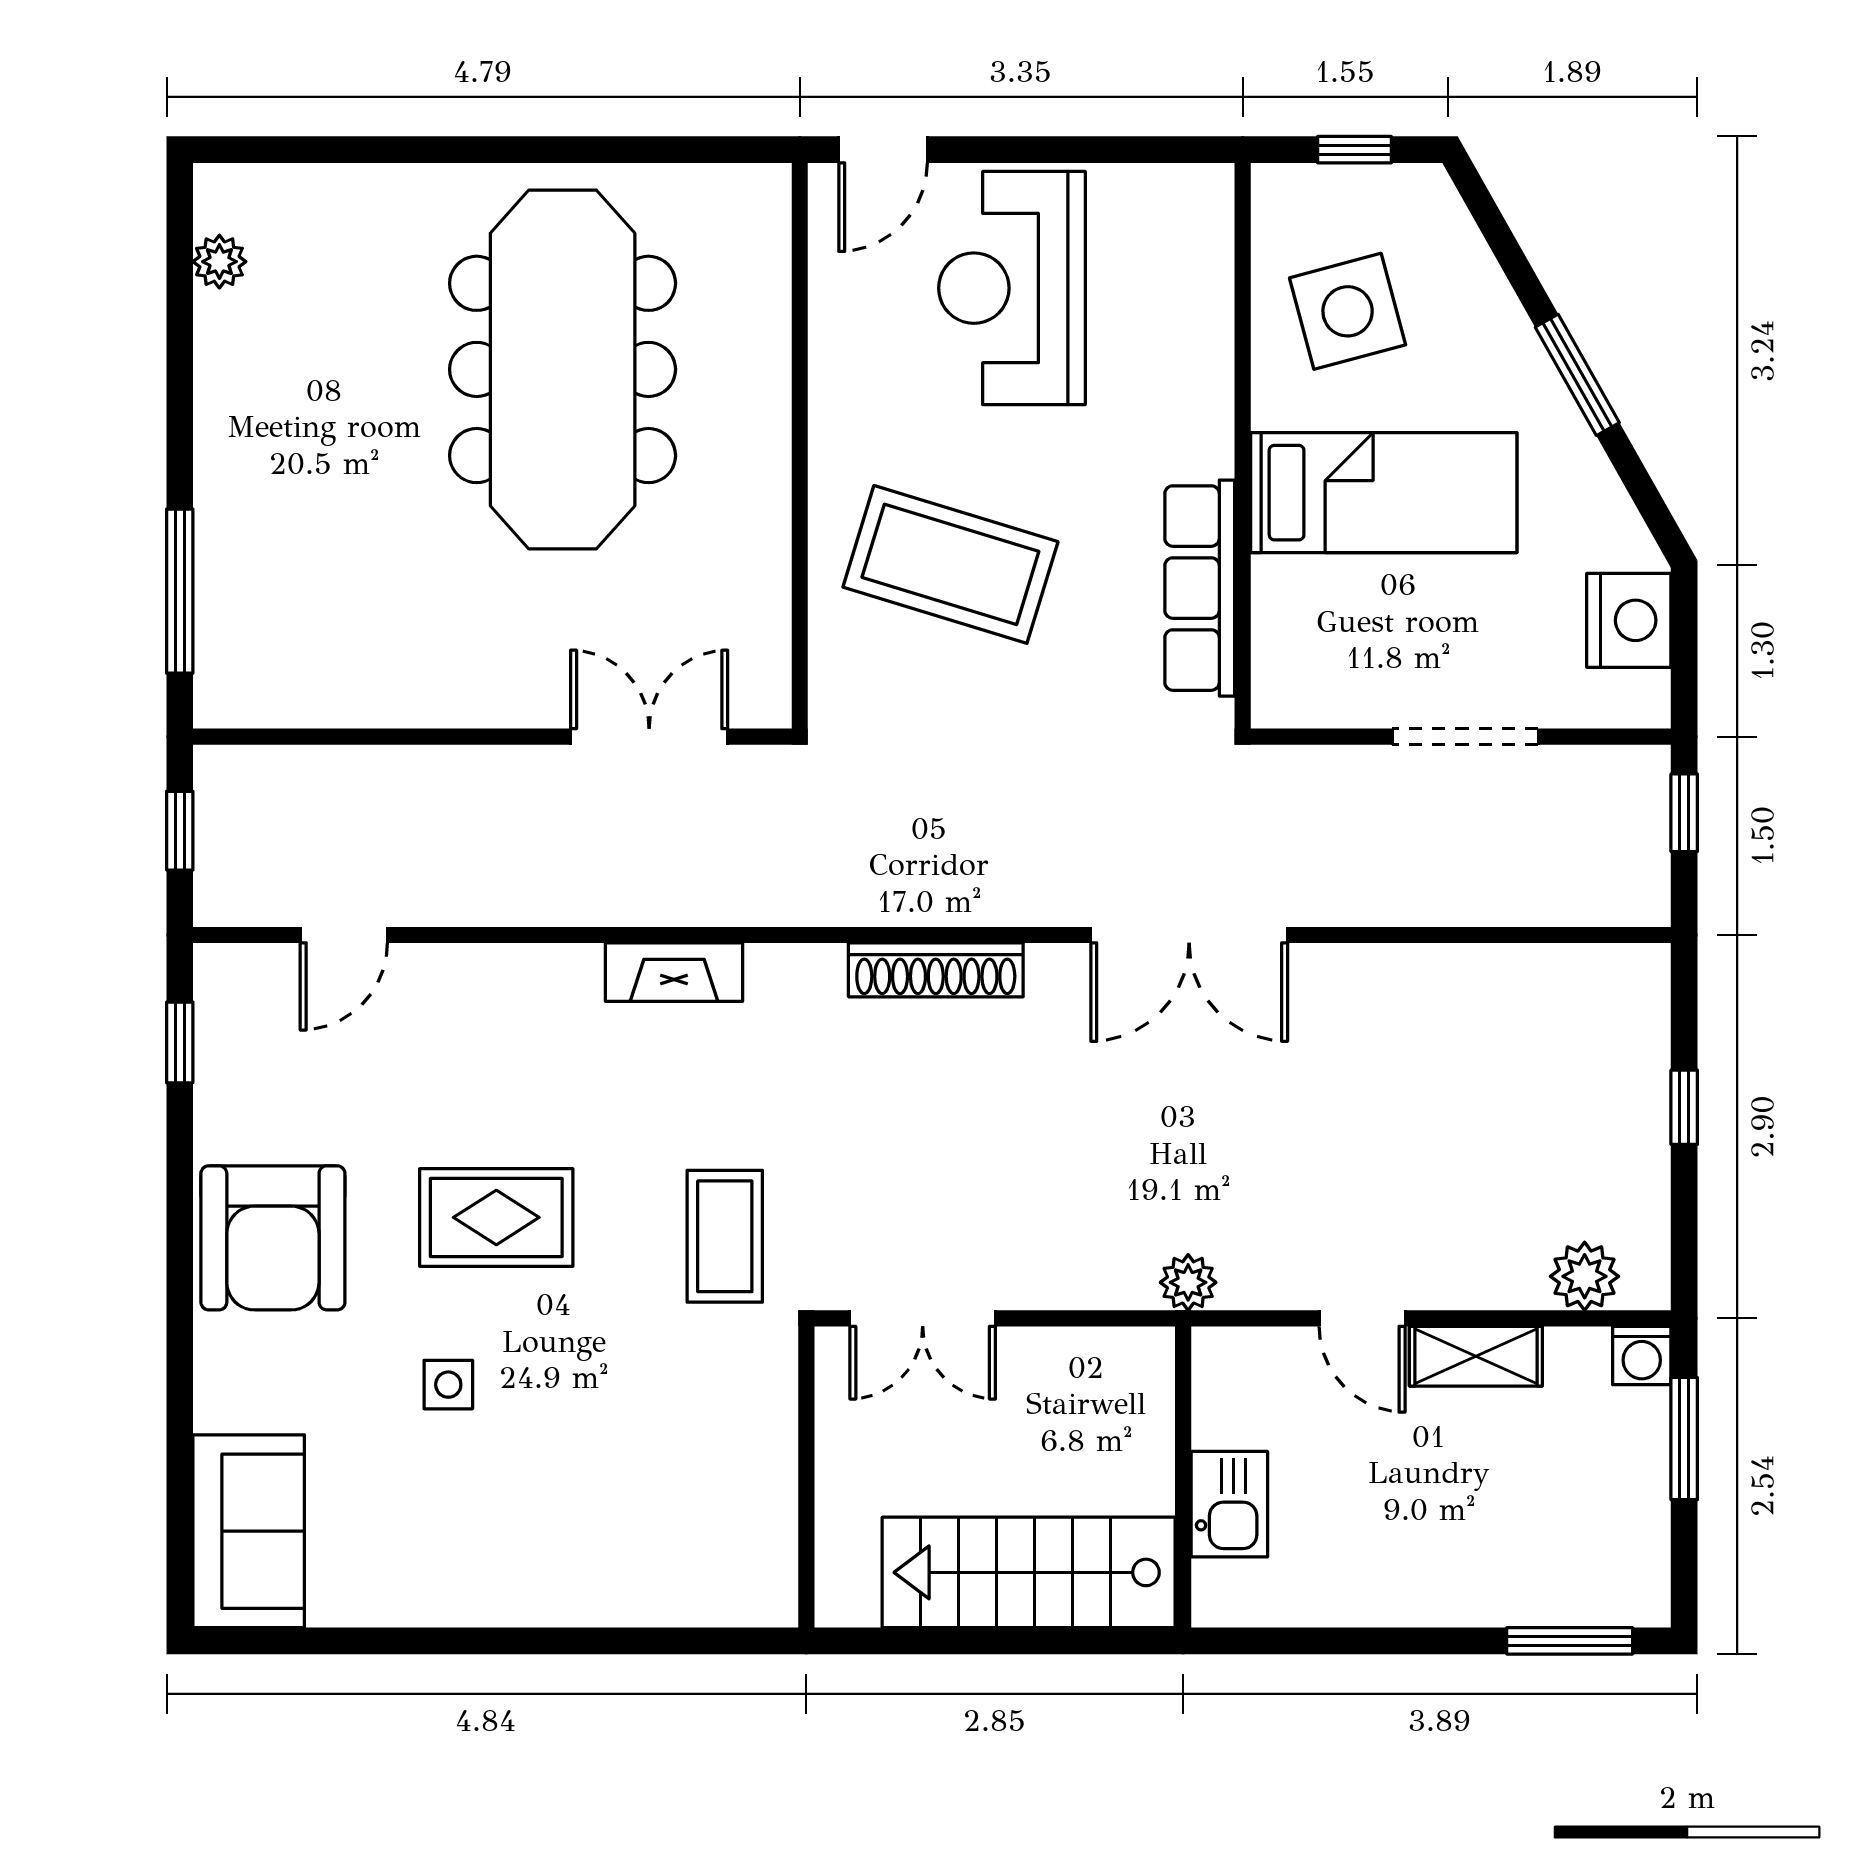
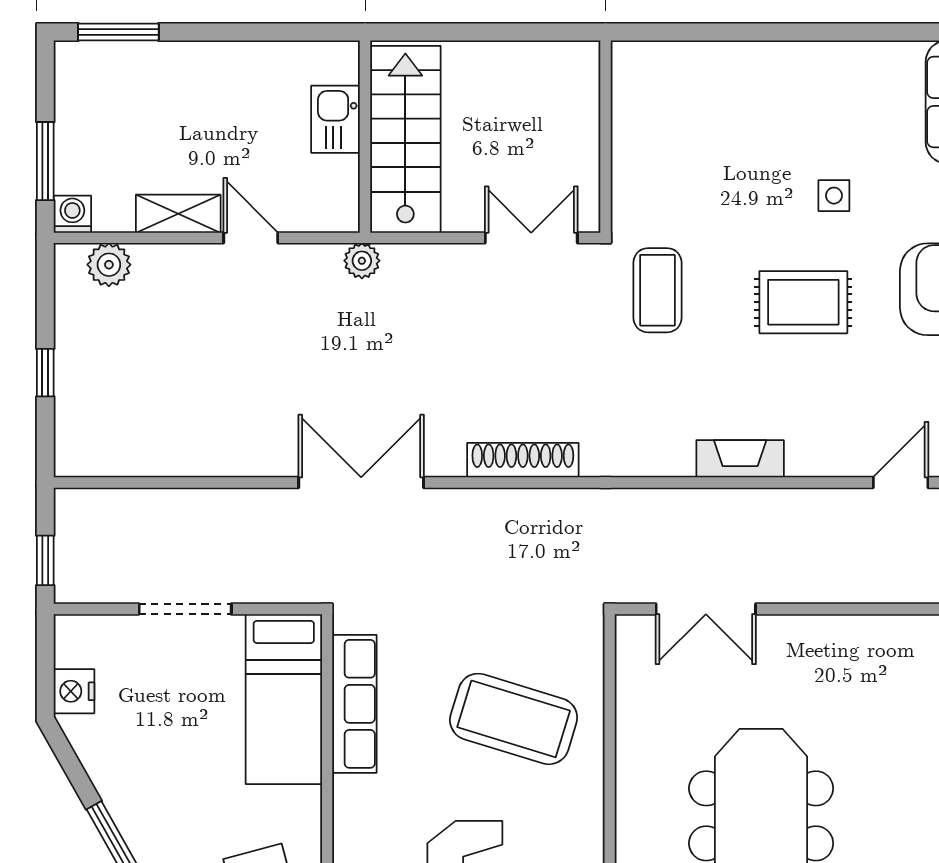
bed: (1384, 493) -> (284, 699), moved, turned -90
nightstand: (1629, 620) -> (74, 691), width x0.74, depth x0.75
fireplace: (674, 972) -> (740, 459), moved
stairs: (1029, 1572) -> (405, 139), moved, turned -90

